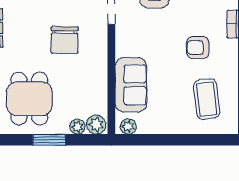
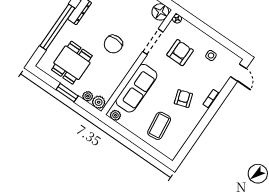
armchair: (198, 48) -> (183, 99), turned 72
sofa: (131, 85) -> (136, 88), width x1.36
coffee table: (207, 99) -> (159, 126), moved

